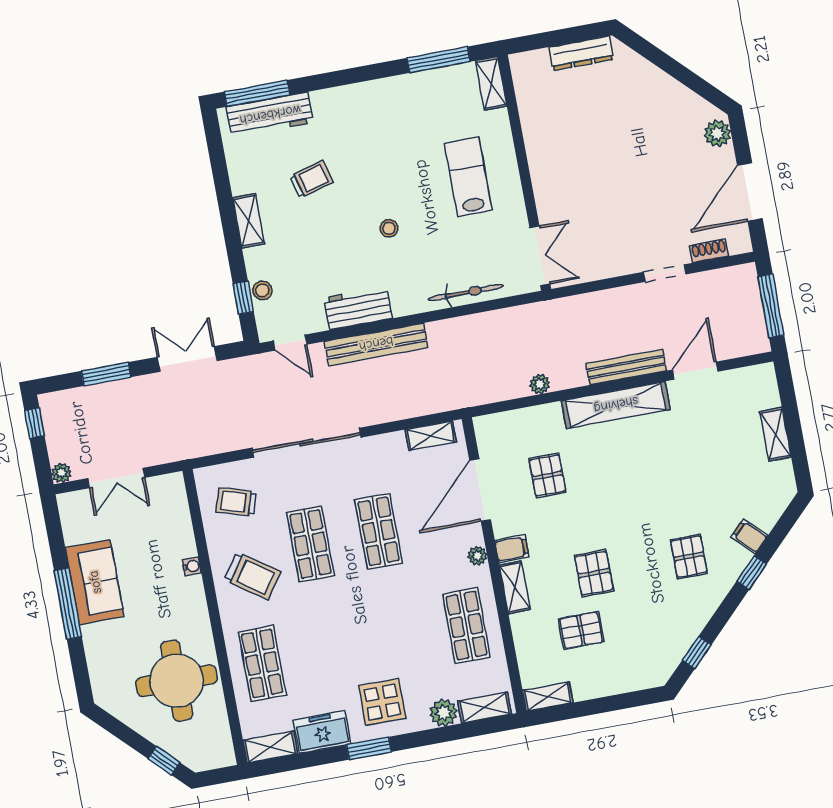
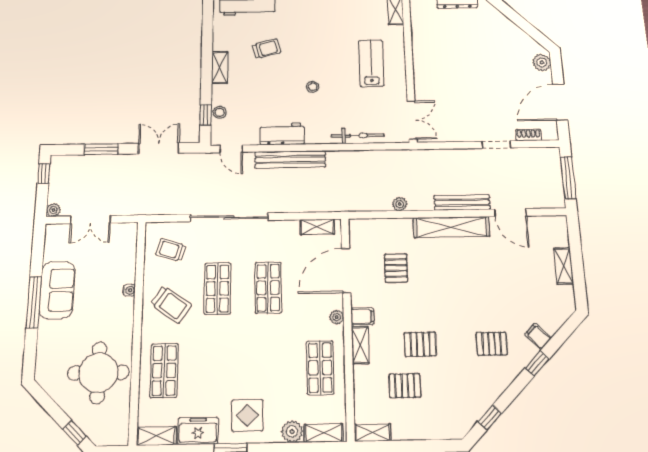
door: (695, 371) -> (510, 213), swing flipped
pallet: (689, 556) -> (492, 344), turned 90
pallet: (594, 573) -> (420, 344), turned 90

